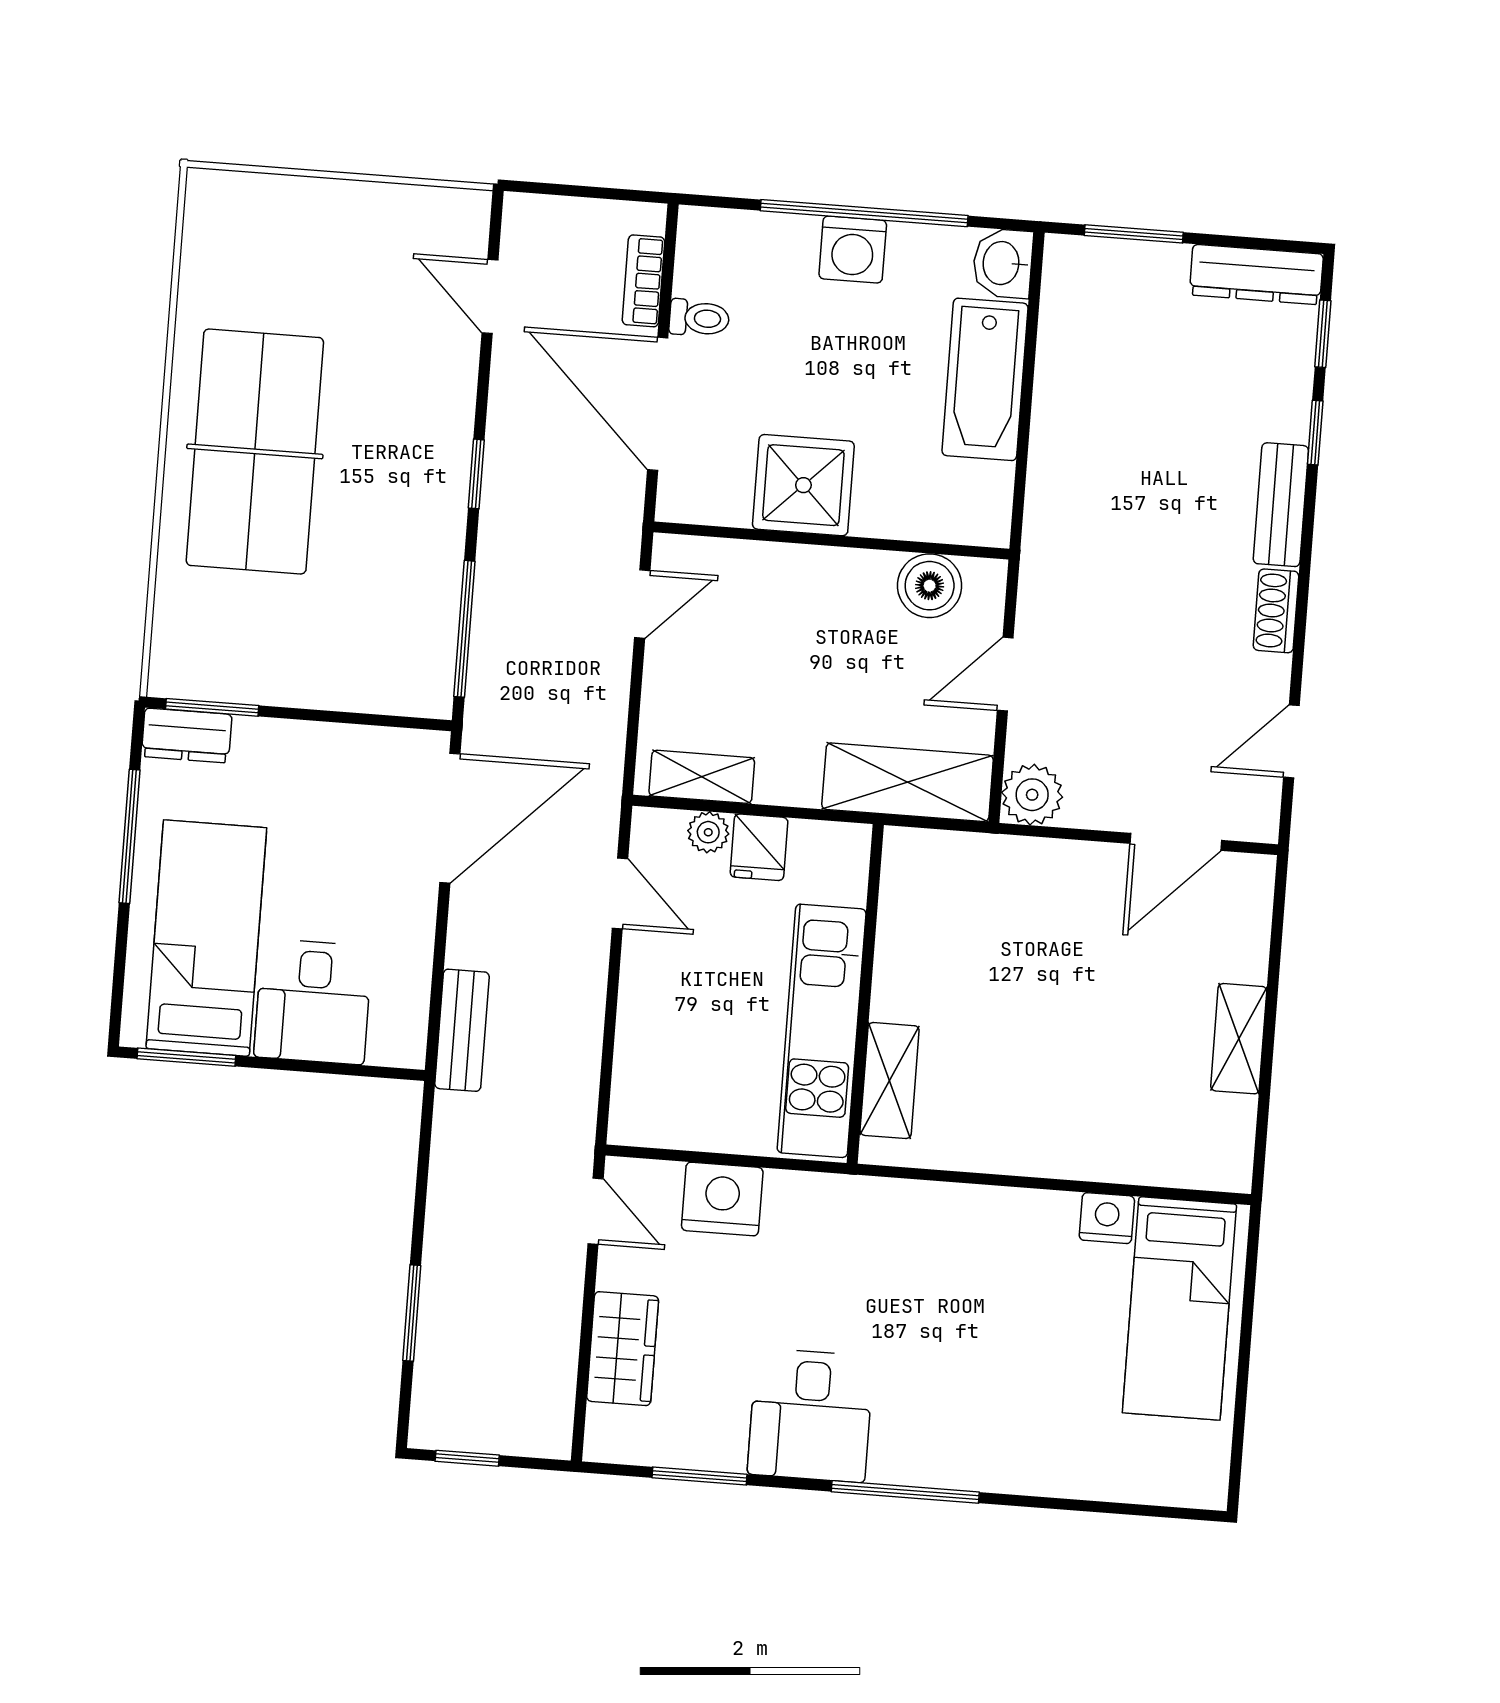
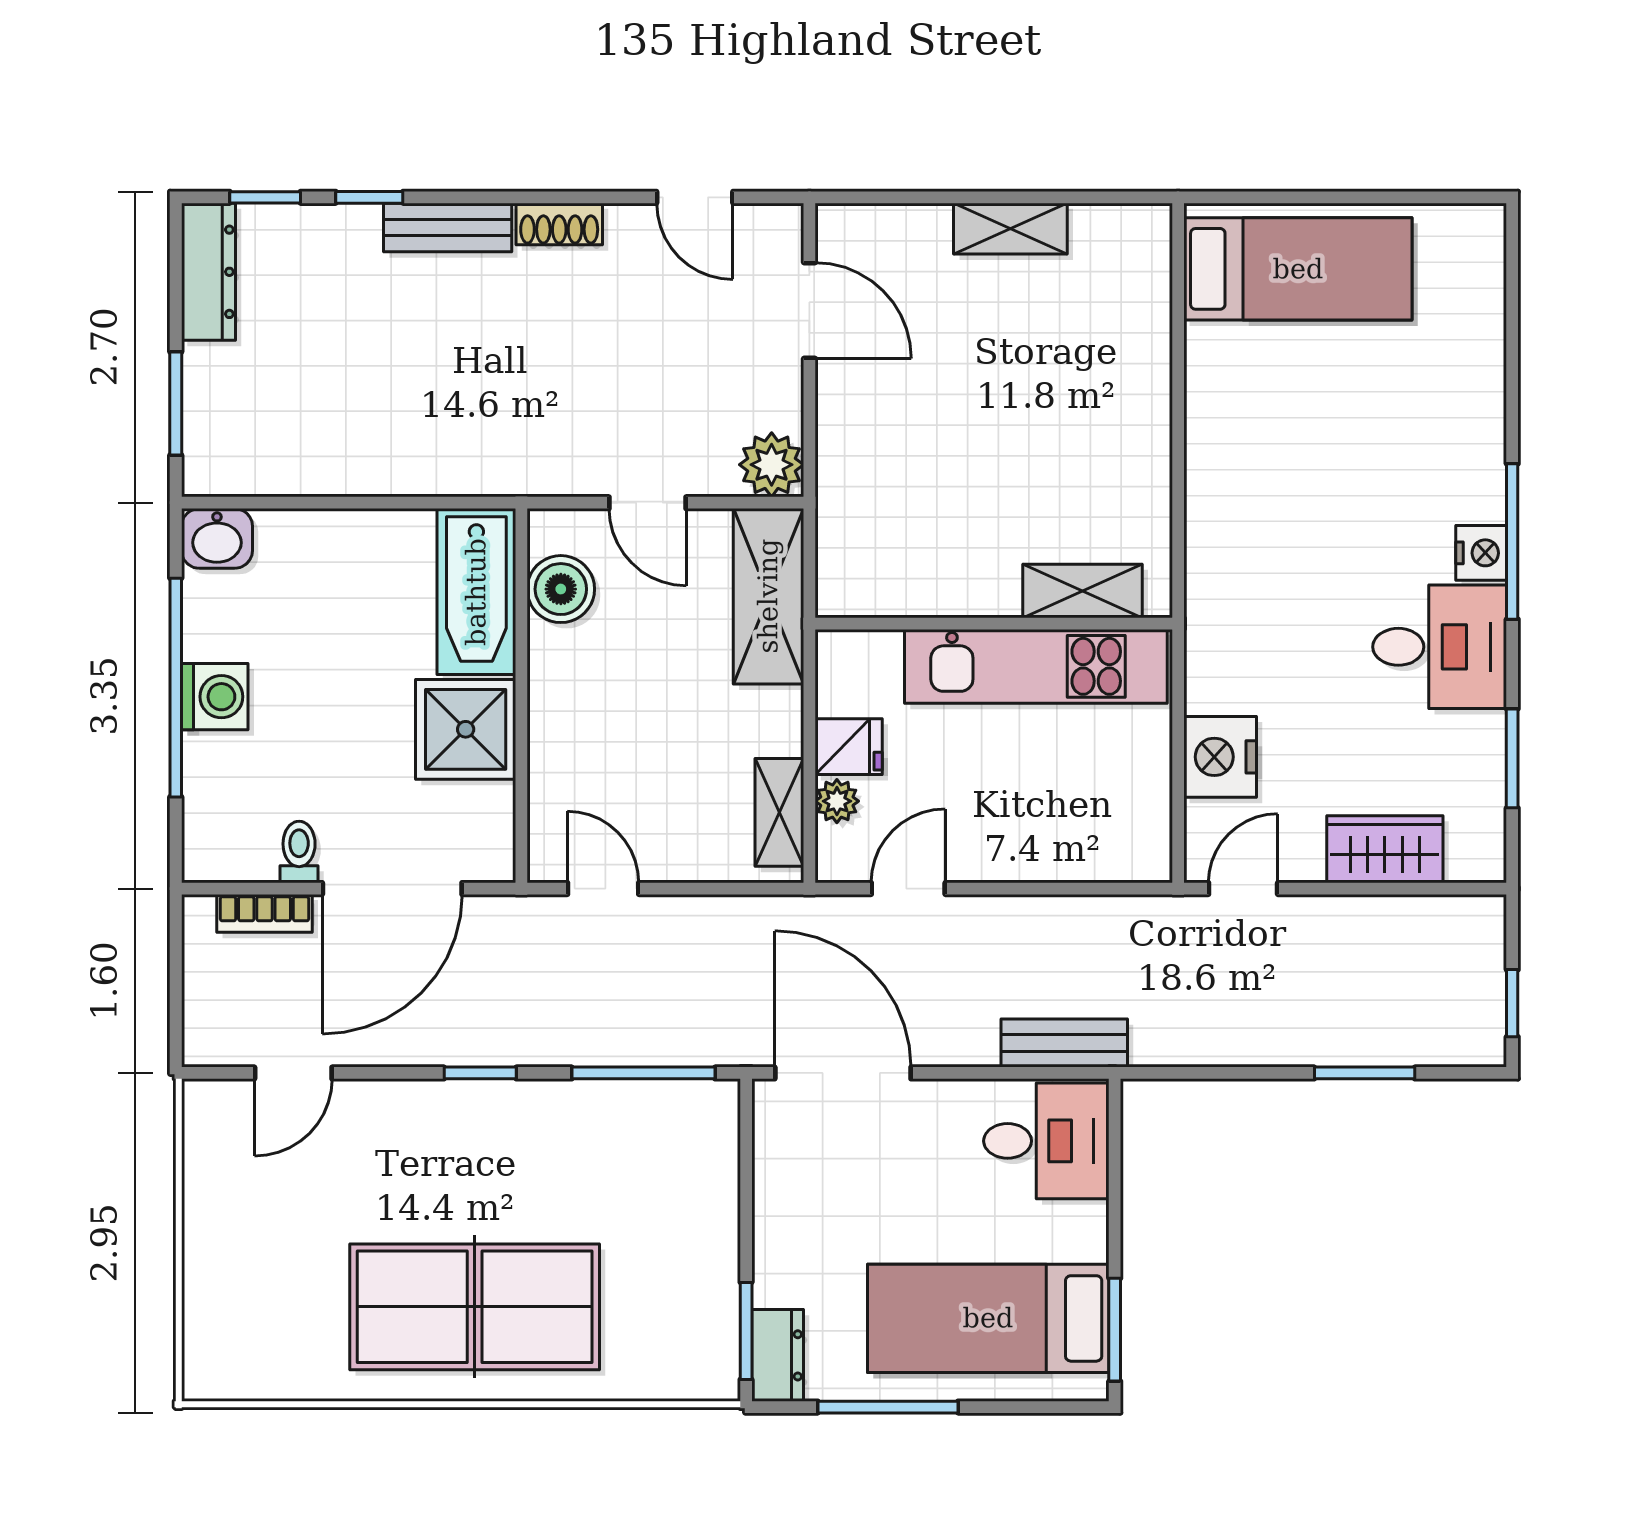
bathtub: (985, 379) -> (476, 592), moved, turned 90
desk: (313, 1002) -> (1046, 1141), moved
nightstand: (1107, 1218) -> (1481, 553), moved, turned 180

